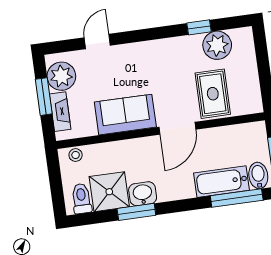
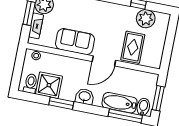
washbasin: (143, 194) -> (85, 97), moved

